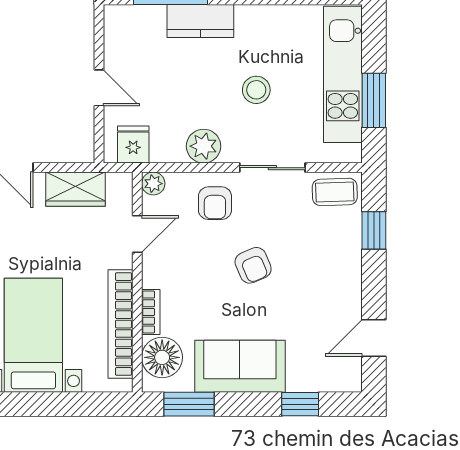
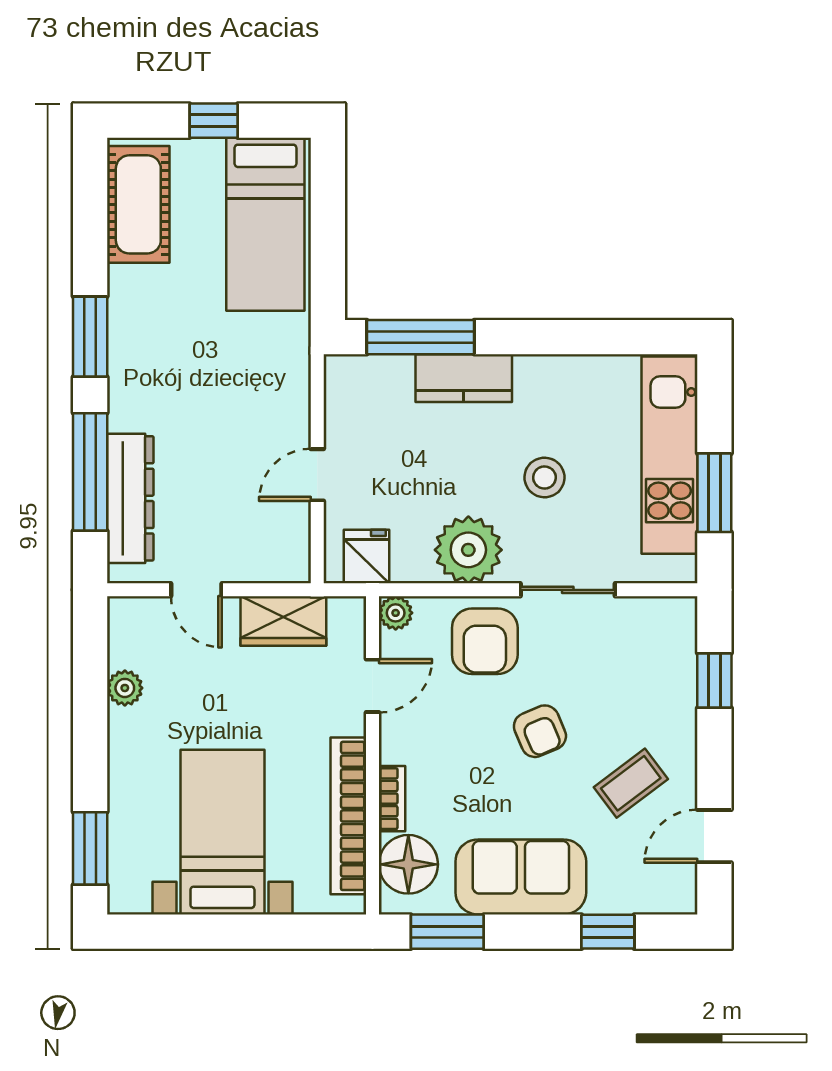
door: (99, 88) -> (317, 475), swing flipped
plant: (204, 146) -> (468, 550), width x1.36, depth x1.36
coffee table: (335, 192) -> (631, 783), moved, turned -35
armchair: (215, 203) -> (485, 641), width x1.38, depth x1.38

